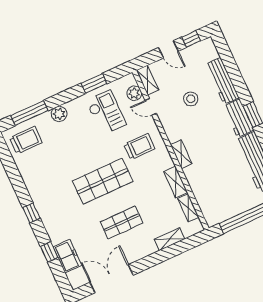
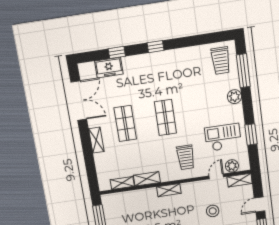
checkout: (106, 113) -> (223, 137), turned 180
shop shelf: (103, 181) -> (165, 118), width x0.70, depth x0.74
shelving: (170, 239) -> (96, 140), moved

